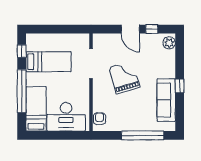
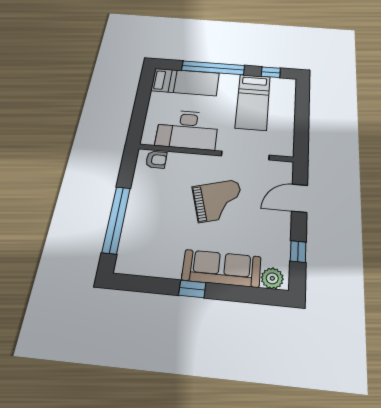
door: (130, 29) -> (300, 198), moved
sofa: (166, 100) -> (222, 268), moved
desk: (66, 117) -> (187, 130), moved, turned -90

